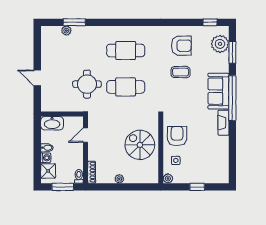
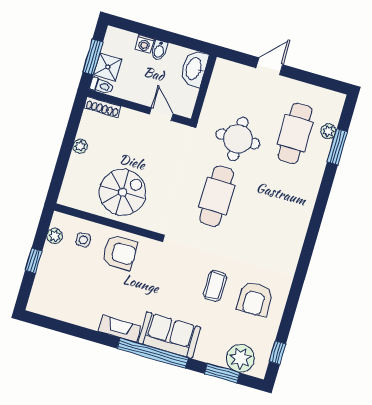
cafe table: (126, 50) -> (295, 133), moved
shower: (48, 171) -> (108, 67), moved
plant: (168, 178) -> (55, 236), moved

